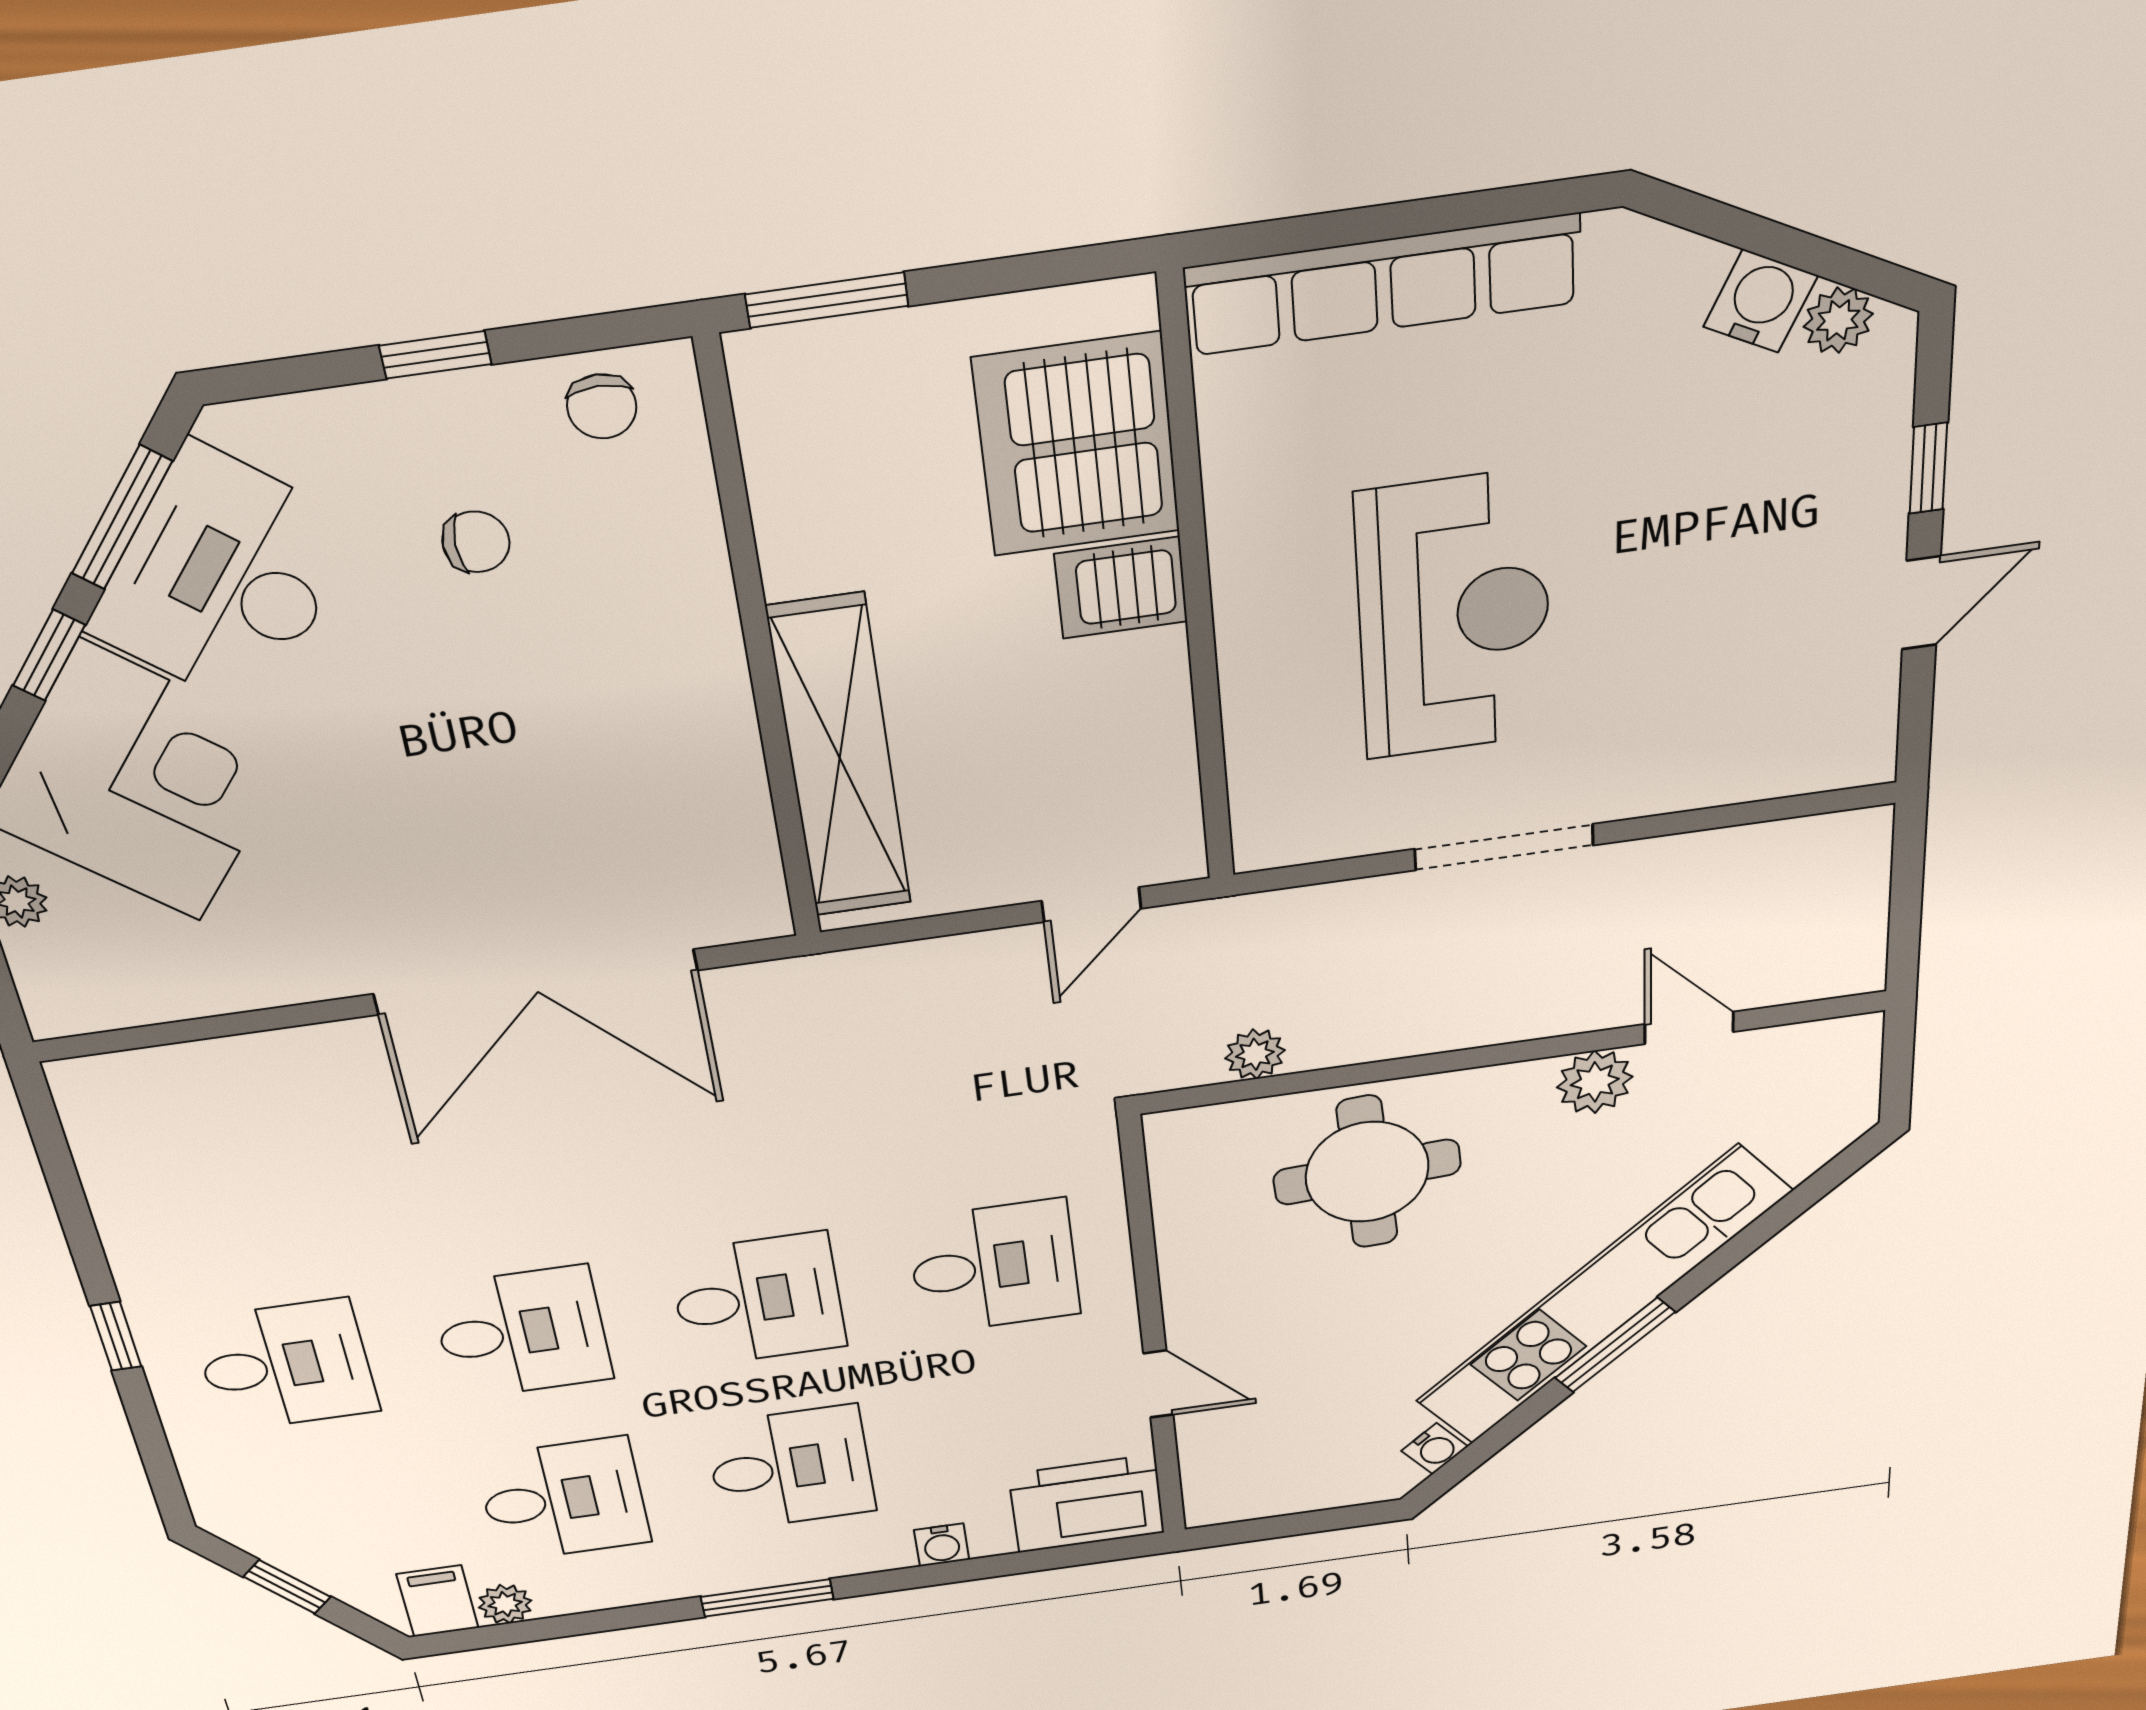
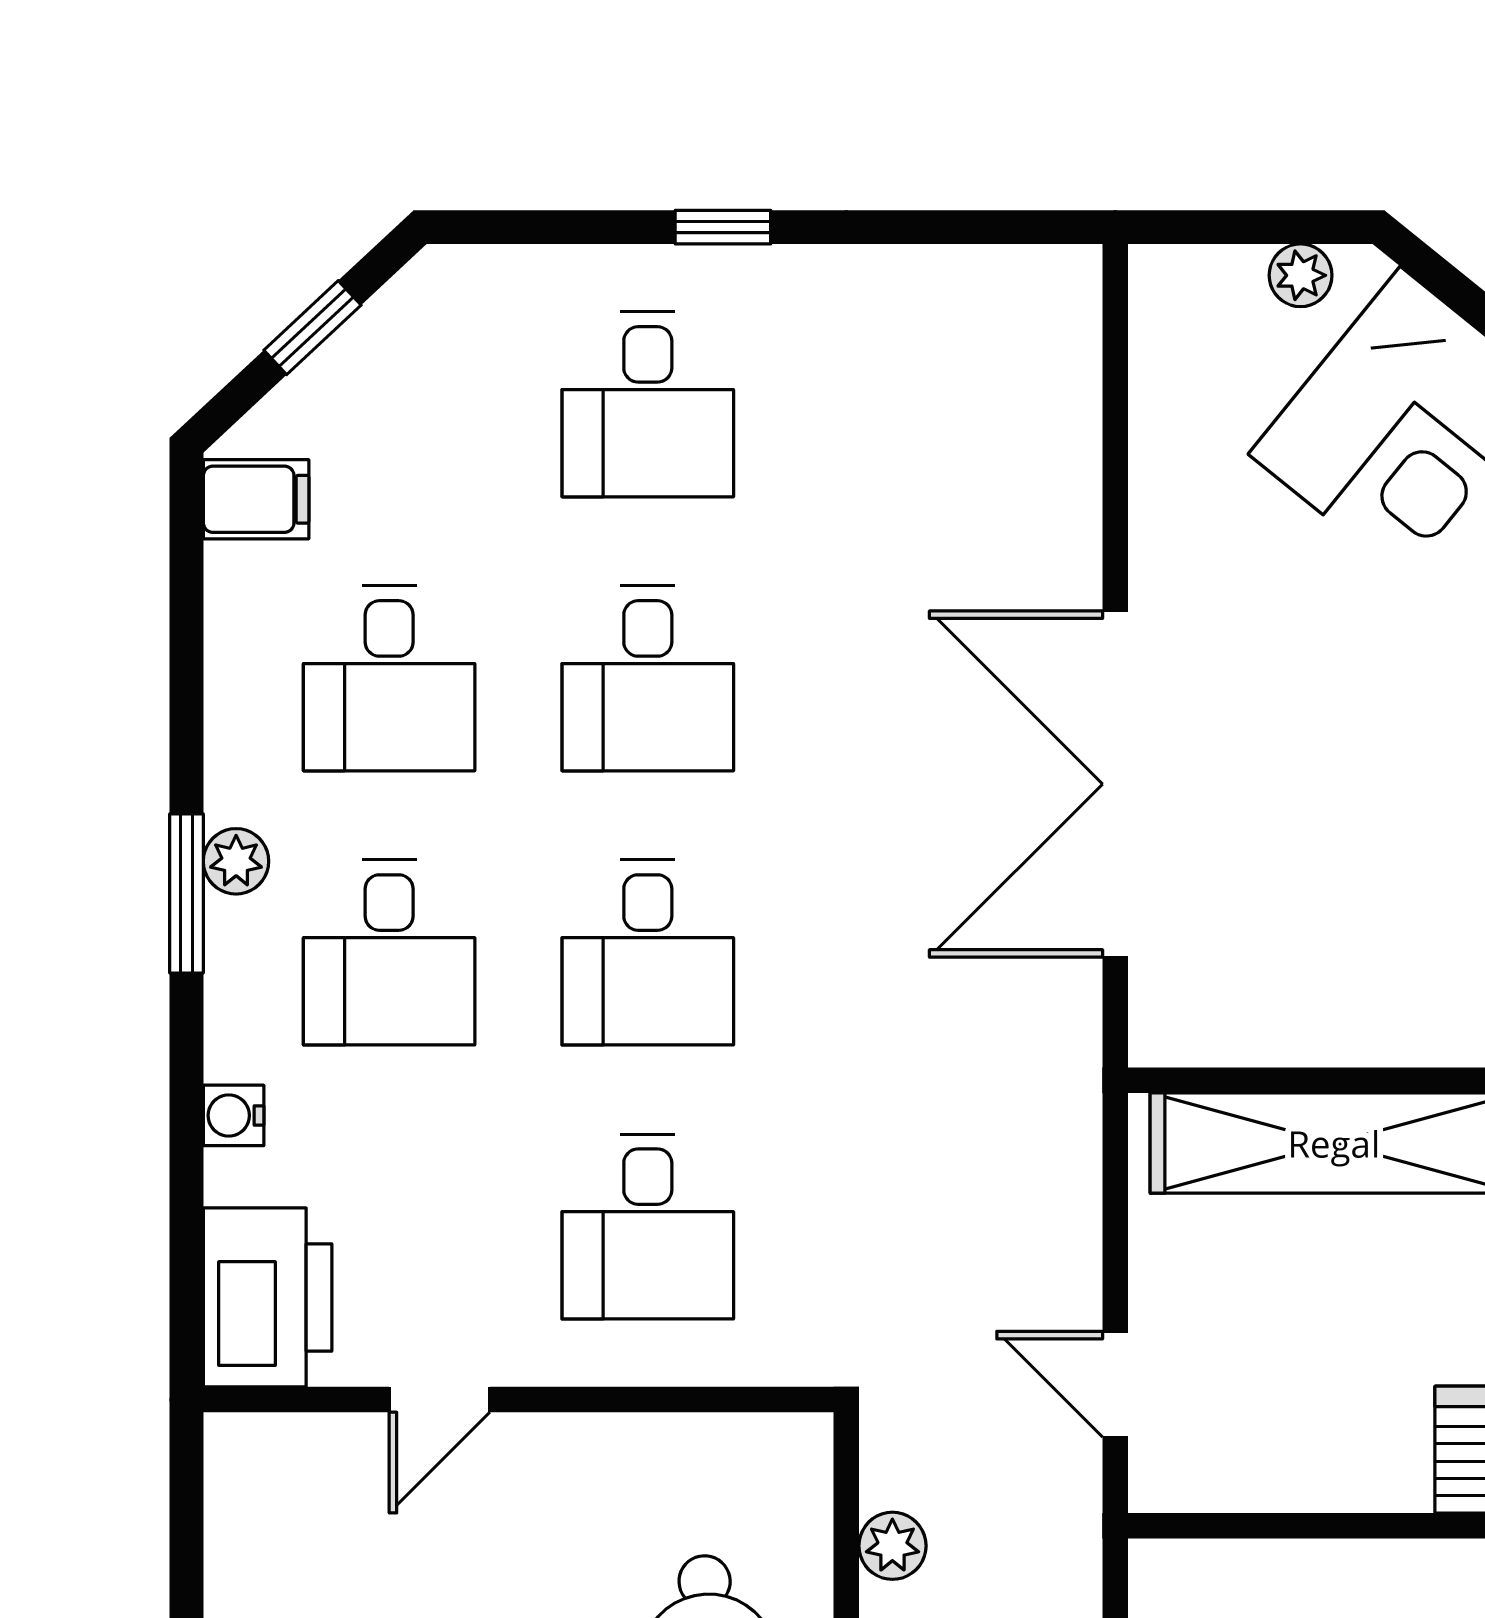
plant: (505, 1604) -> (236, 861), moved

